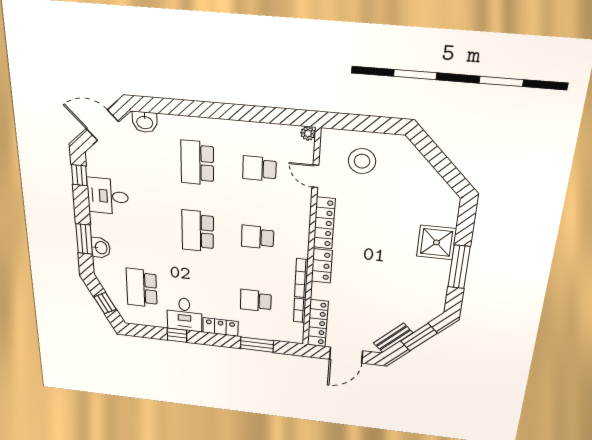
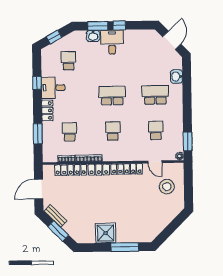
window: (282, 116) -> (188, 142), added
washbasin: (145, 122) -> (176, 77), moved
window: (79, 175) -> (119, 25), moved
door: (315, 176) -> (155, 162), swing flipped
desk: (108, 196) -> (112, 42), moved
shower: (436, 242) -> (106, 233), moved
window: (459, 267) -> (125, 247), moved
school desk: (142, 288) -> (68, 61), width x0.54
locker: (318, 323) -> (71, 170), moved
door: (346, 355) -> (39, 189), hinge flipped

